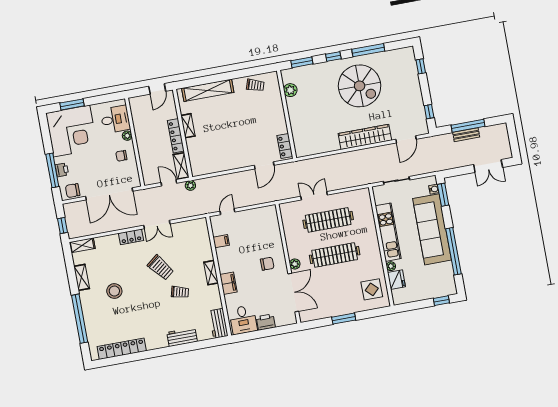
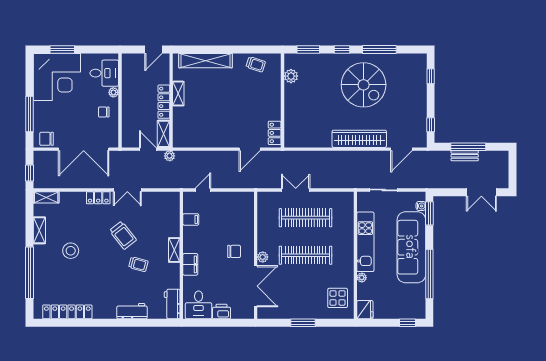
printer: (62, 170) -> (39, 115), removed
fridge: (396, 280) -> (365, 310), moved

